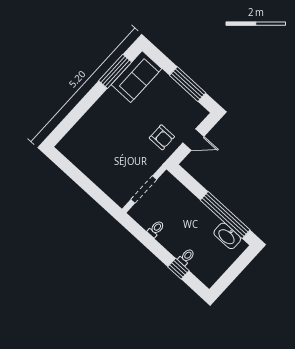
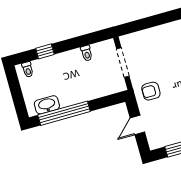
armchair: (162, 137) -> (151, 91), moved
toilet: (186, 257) -> (28, 70), moved

